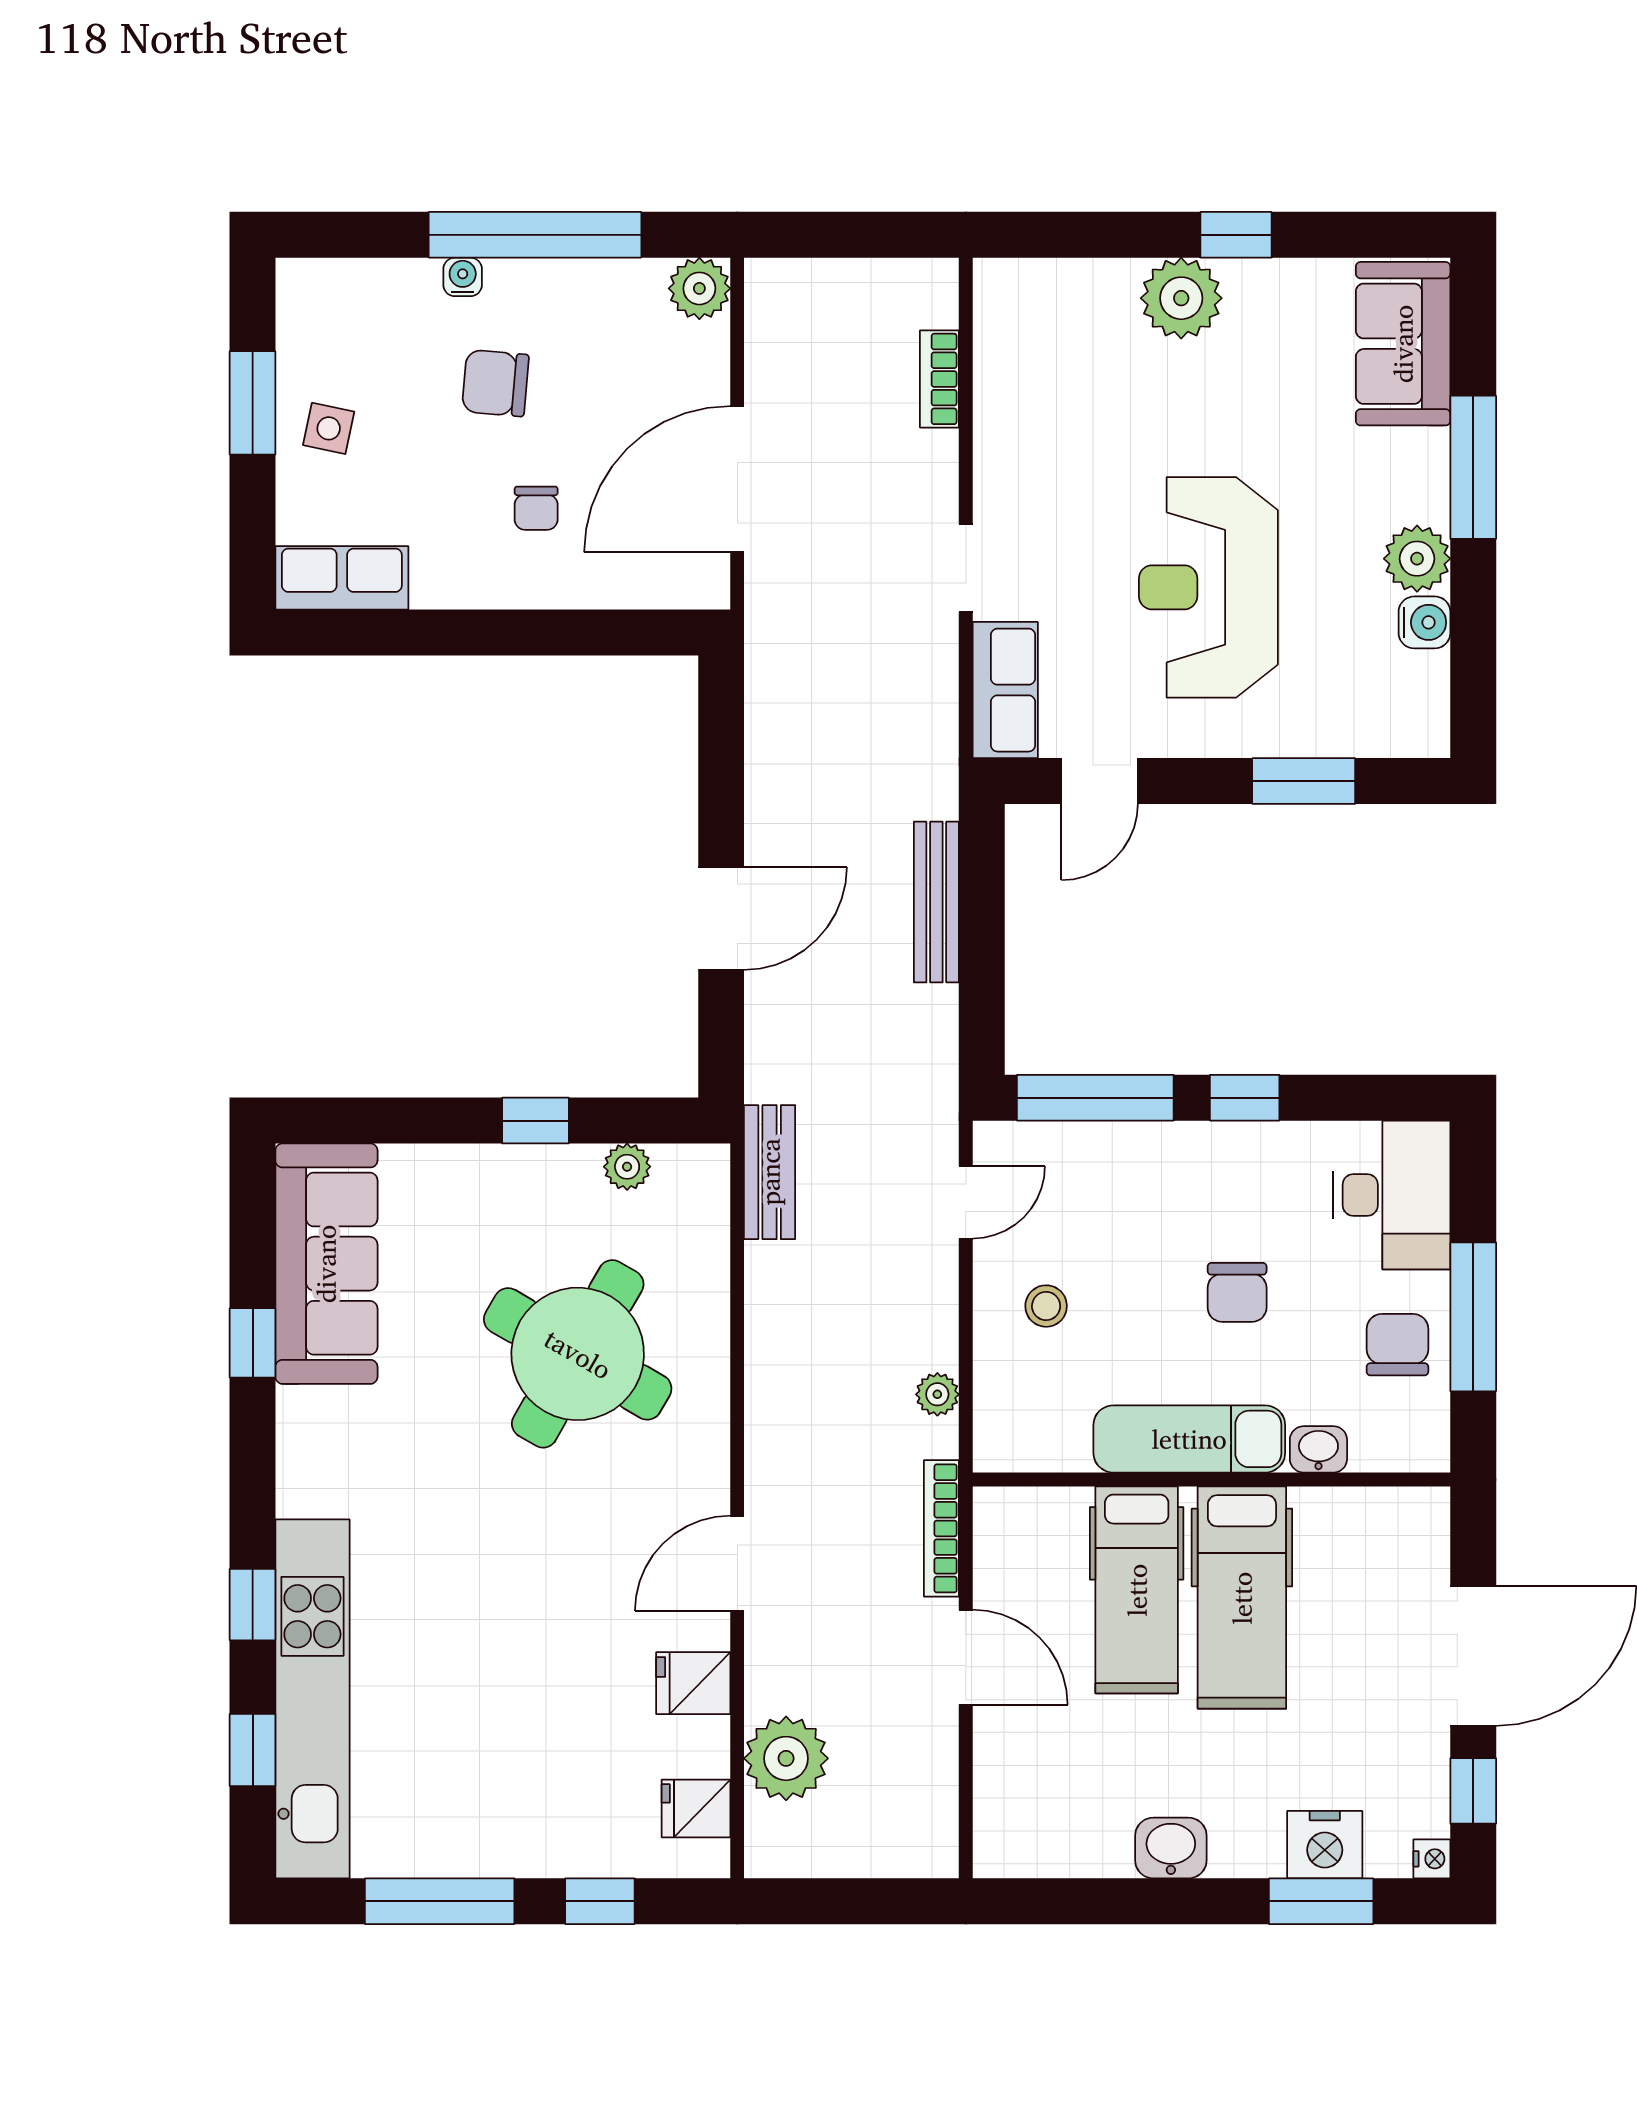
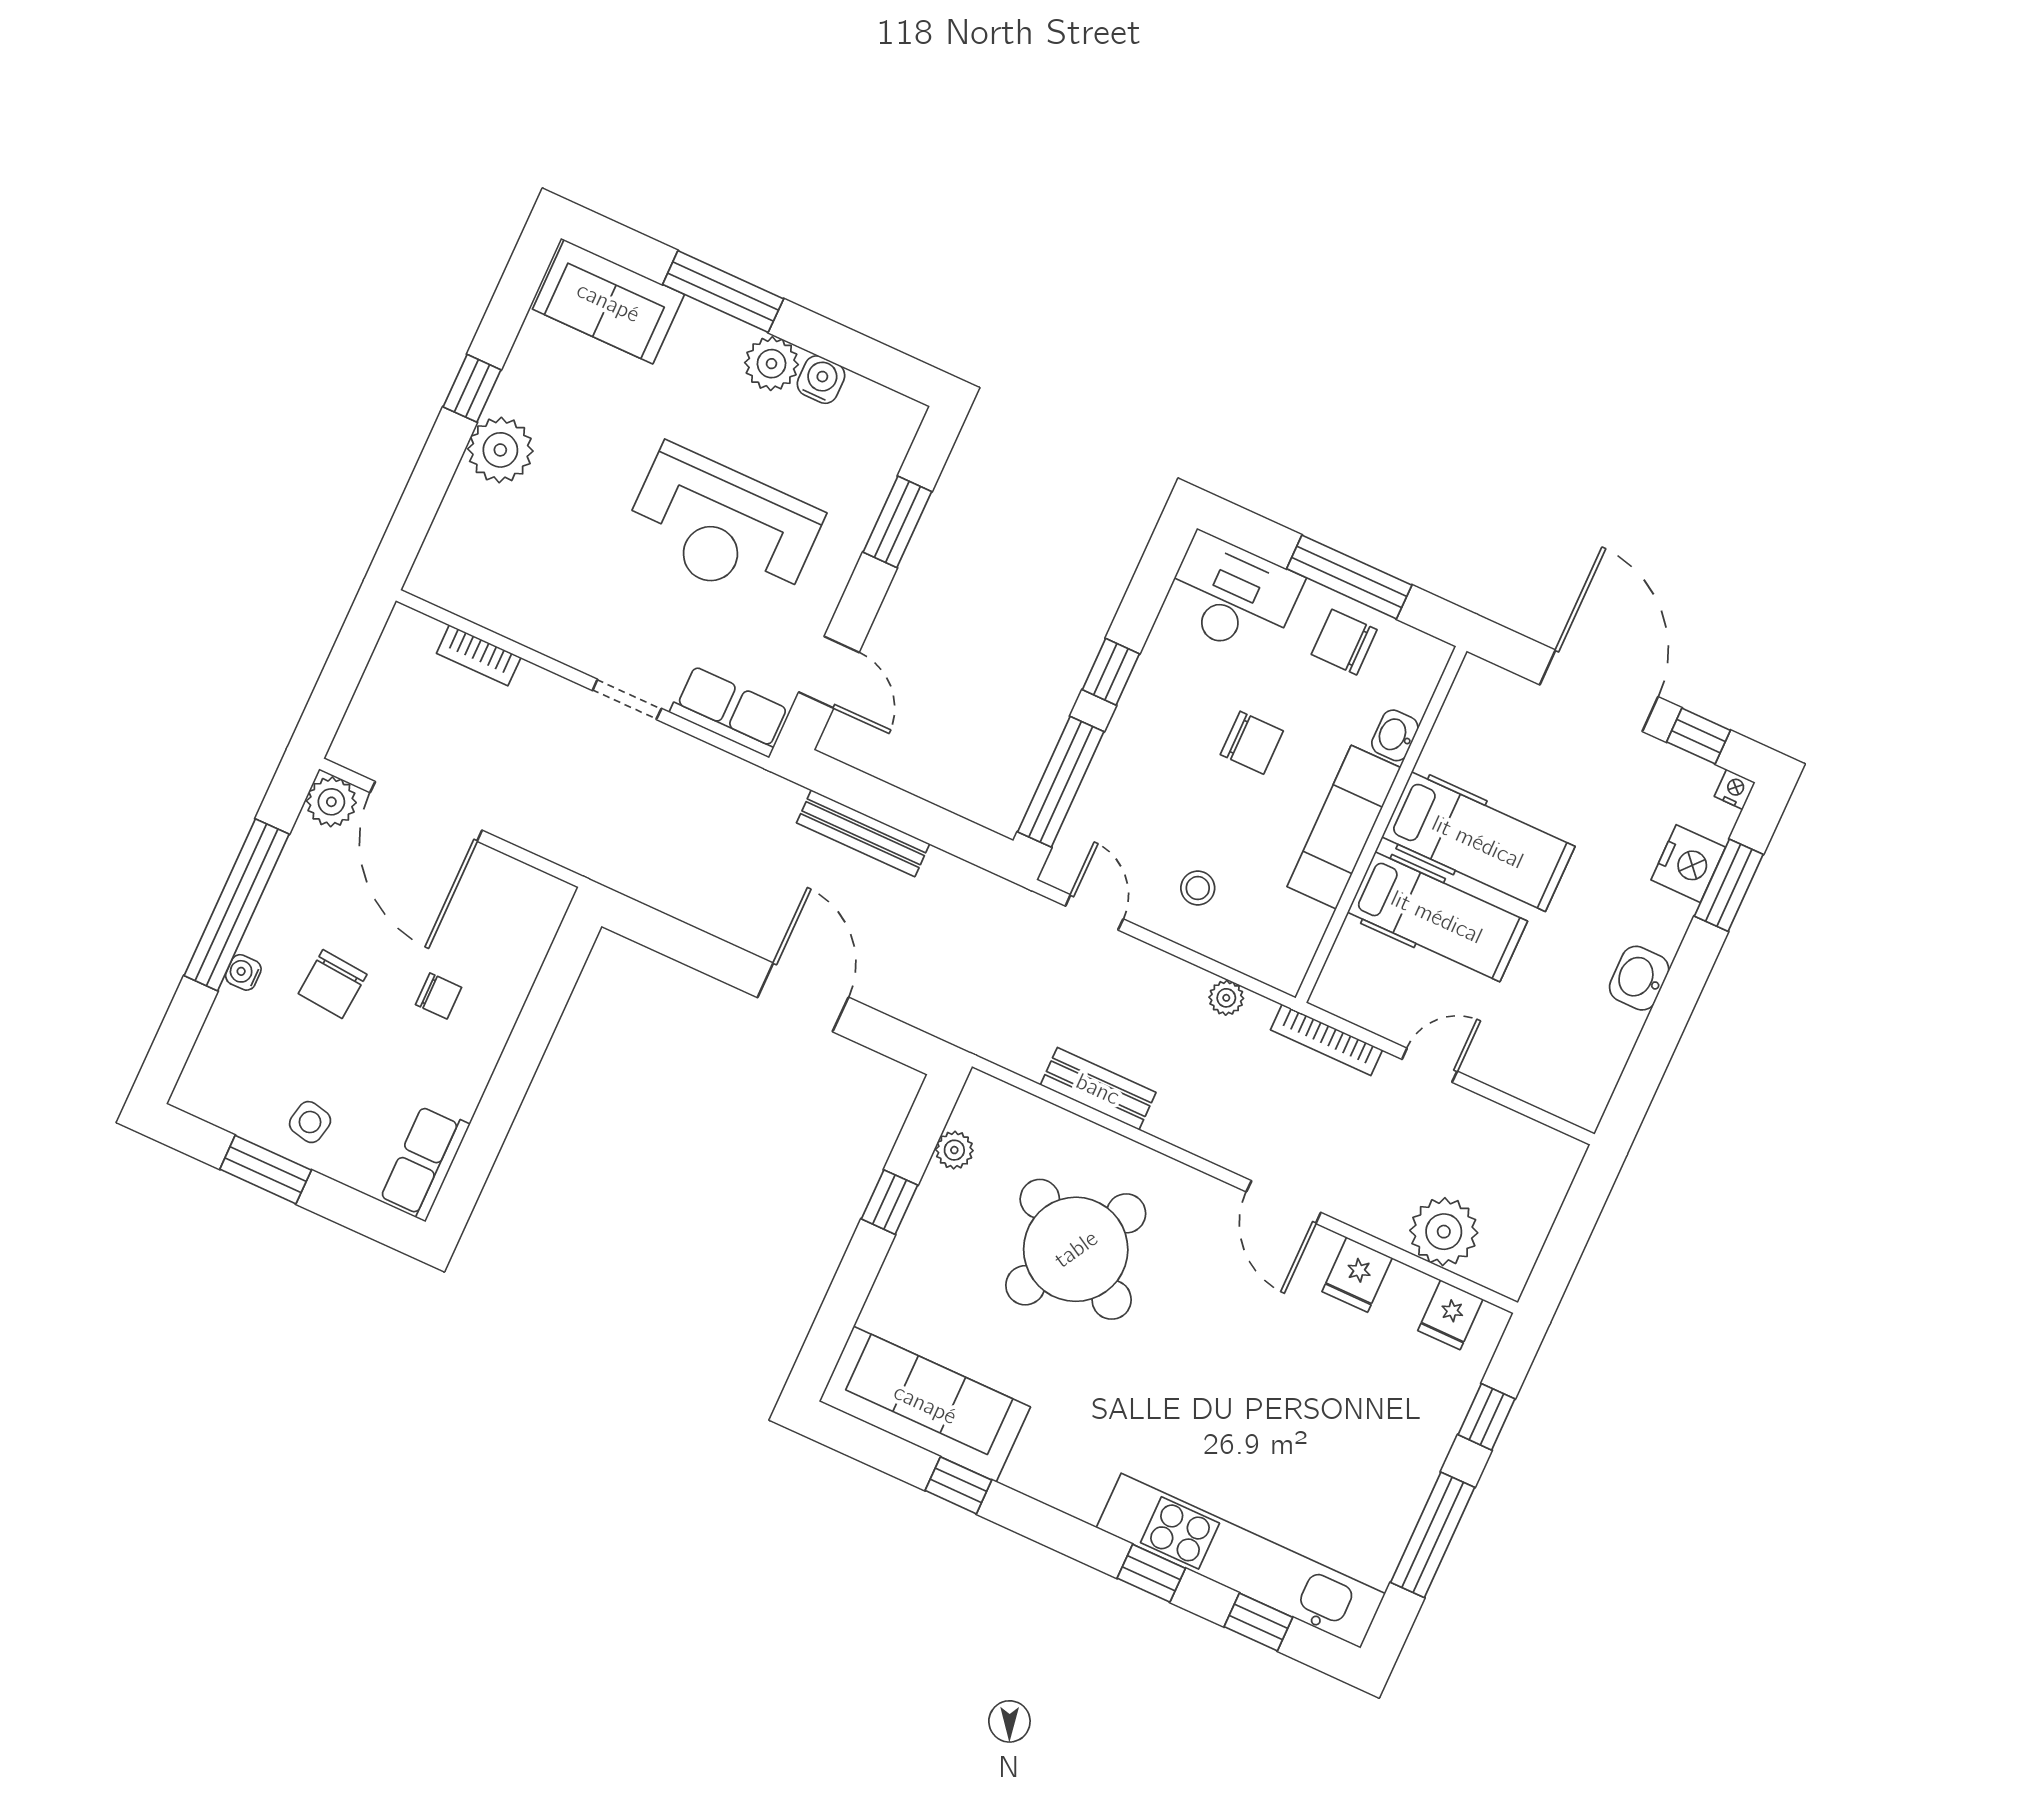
door: (737, 479) -> (426, 811), moved
bench: (770, 1172) -> (1098, 1089), moved
door: (966, 1657) -> (1430, 1065), width x0.73

